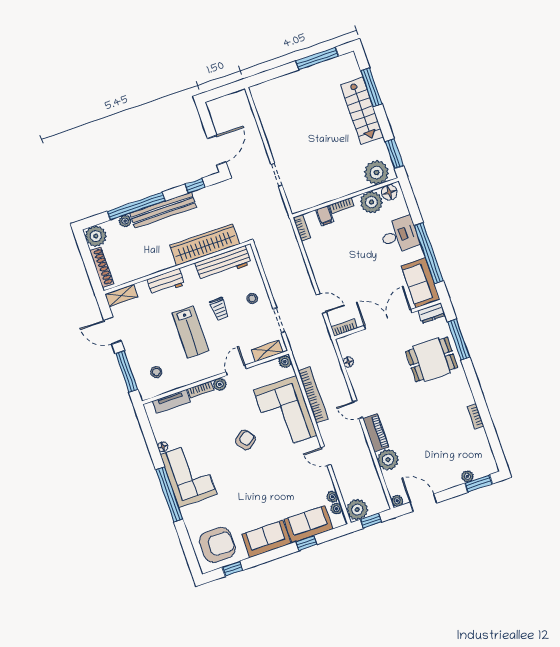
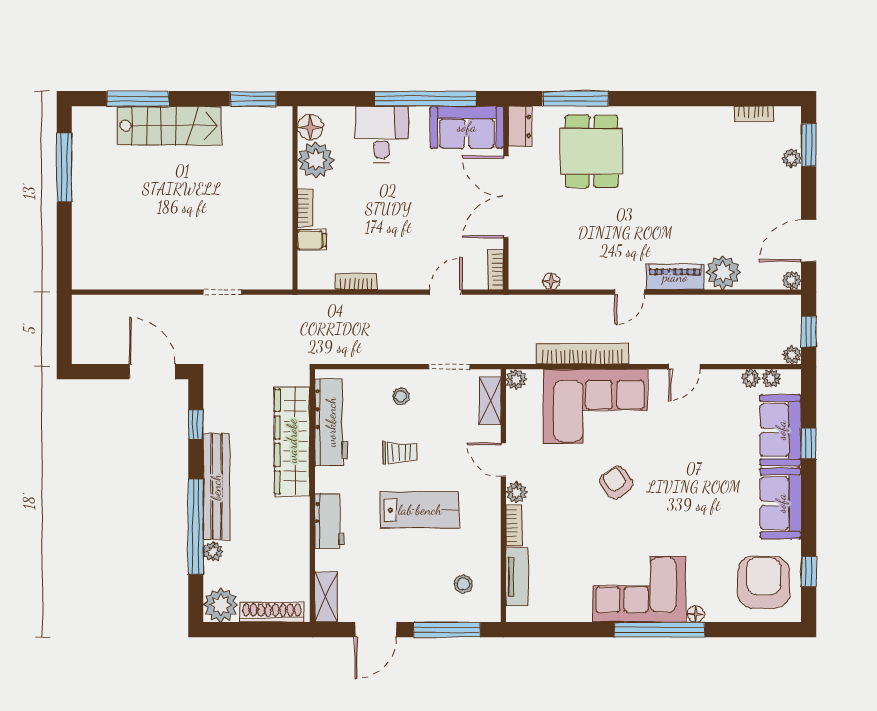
plant: (377, 173) -> (273, 136), removed
bookcase: (302, 228) -> (356, 281), moved
bookcase: (475, 416) -> (754, 114), moved
floor lamp: (163, 447) -> (696, 614), moved
plant: (357, 510) -> (792, 355), width x0.53, depth x0.53

